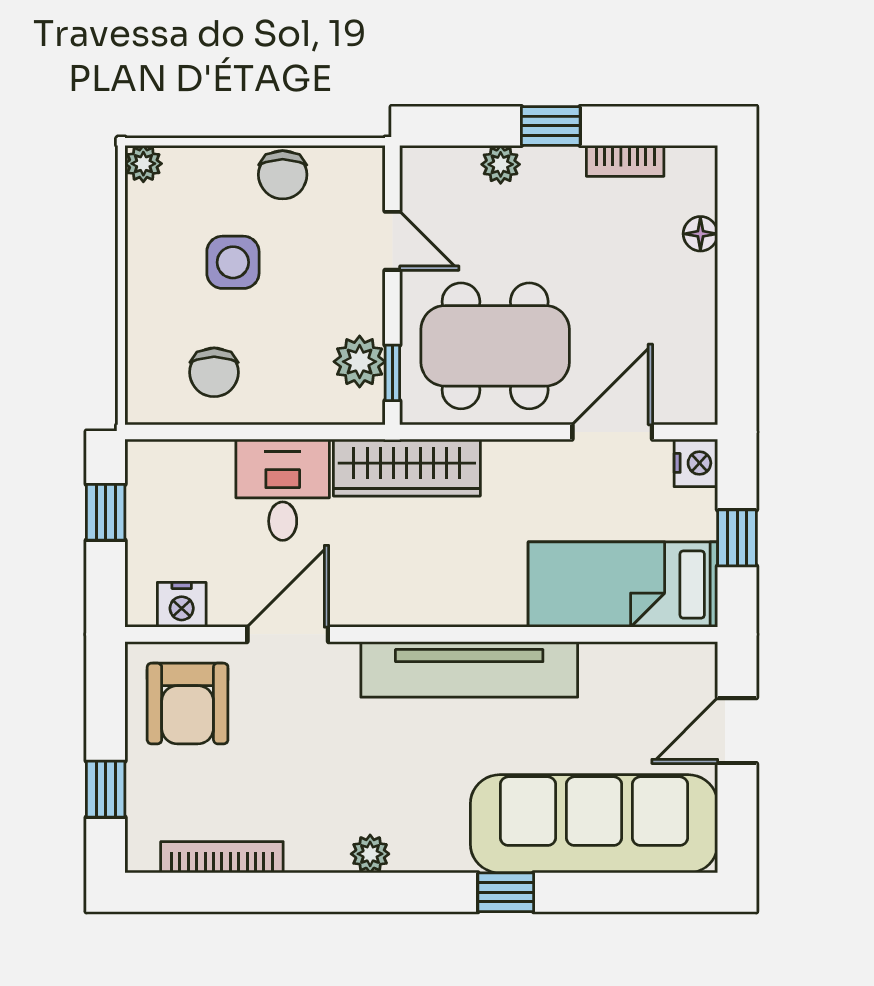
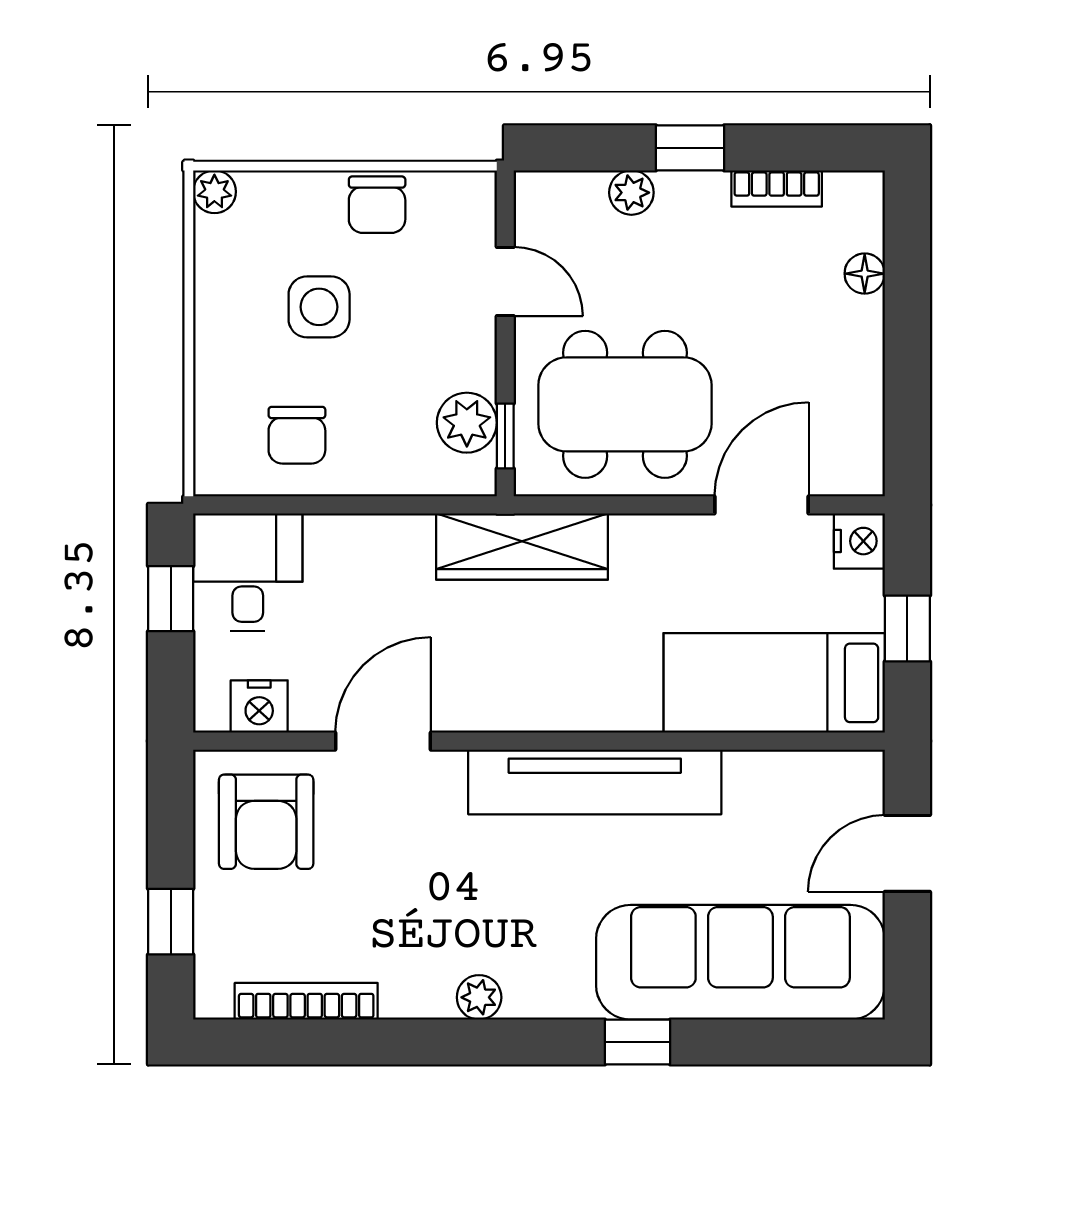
desk: (283, 490) -> (248, 572), moved

